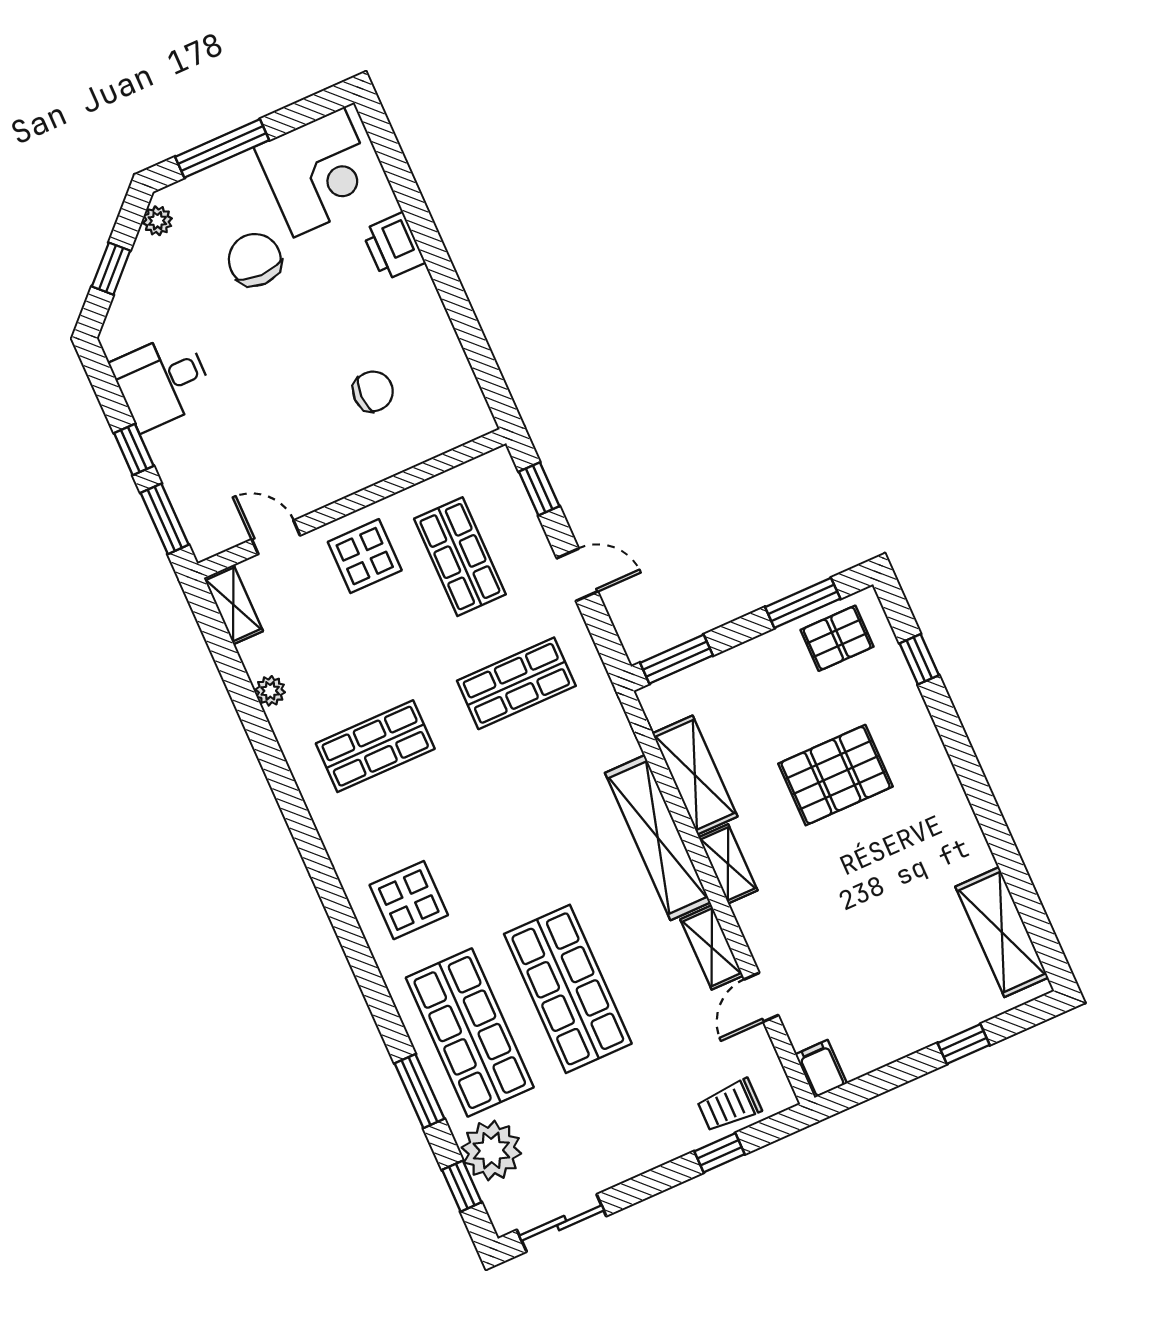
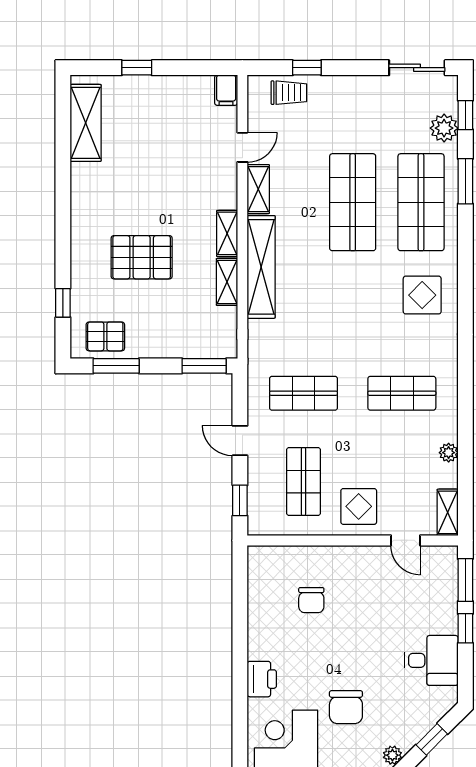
chair: (373, 391) -> (311, 600), turned -90
shelving: (695, 775) -> (227, 282), width x0.67, depth x0.75
plant: (491, 1150) -> (444, 128), width x0.73, depth x0.73

